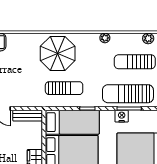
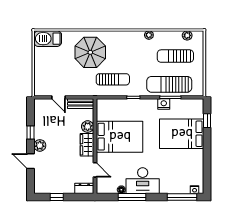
parasol: (58, 53) -> (90, 52), moved
bed: (72, 122) -> (120, 109), removed
plant: (36, 142) -> (88, 127), added

